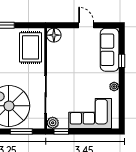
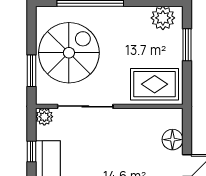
floor lamp: (54, 35) -> (172, 140), moved
window: (61, 132) -> (31, 151), moved

